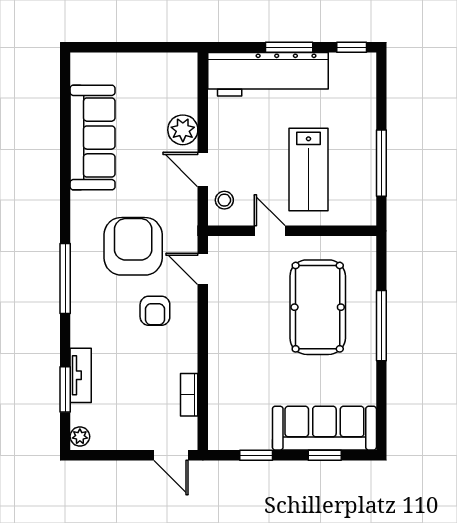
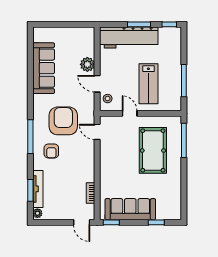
armchair: (155, 311) -> (51, 151), moved
window: (381, 326) -> (184, 140), moved
tv unit: (81, 375) -> (38, 189), width x1.41
sofa: (324, 428) -> (130, 209), moved
window: (256, 455) -> (111, 222), moved

